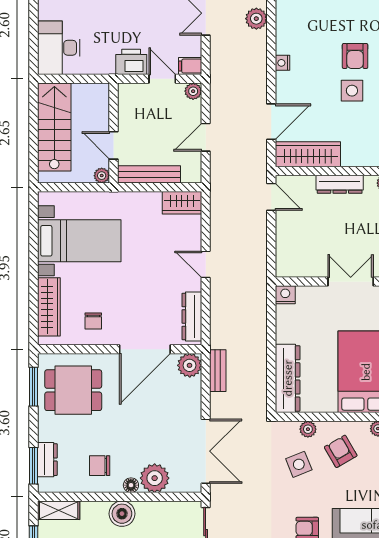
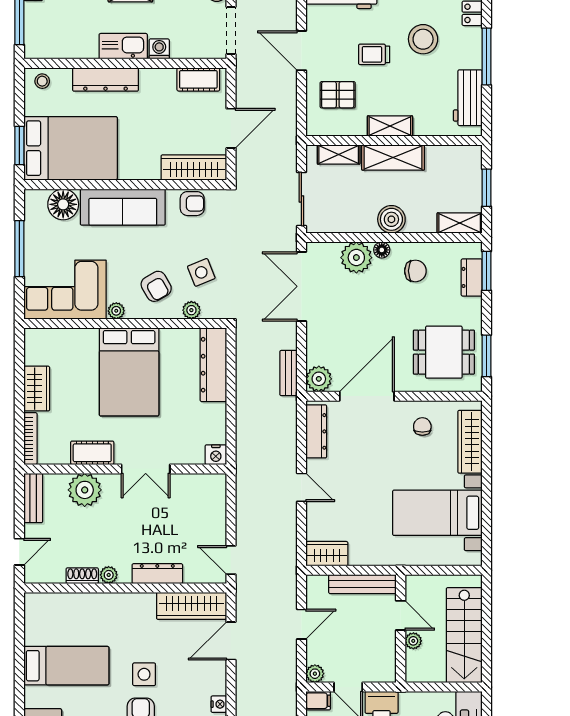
plant: (102, 176) -> (413, 641), moved

